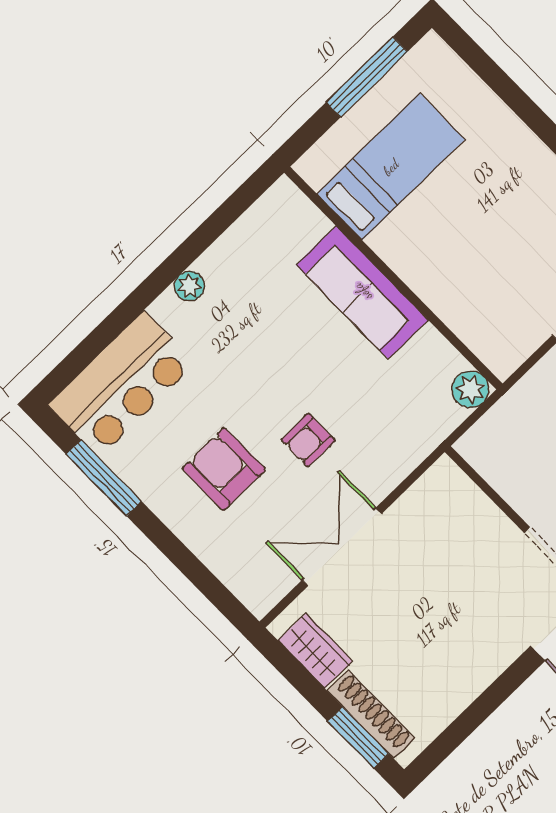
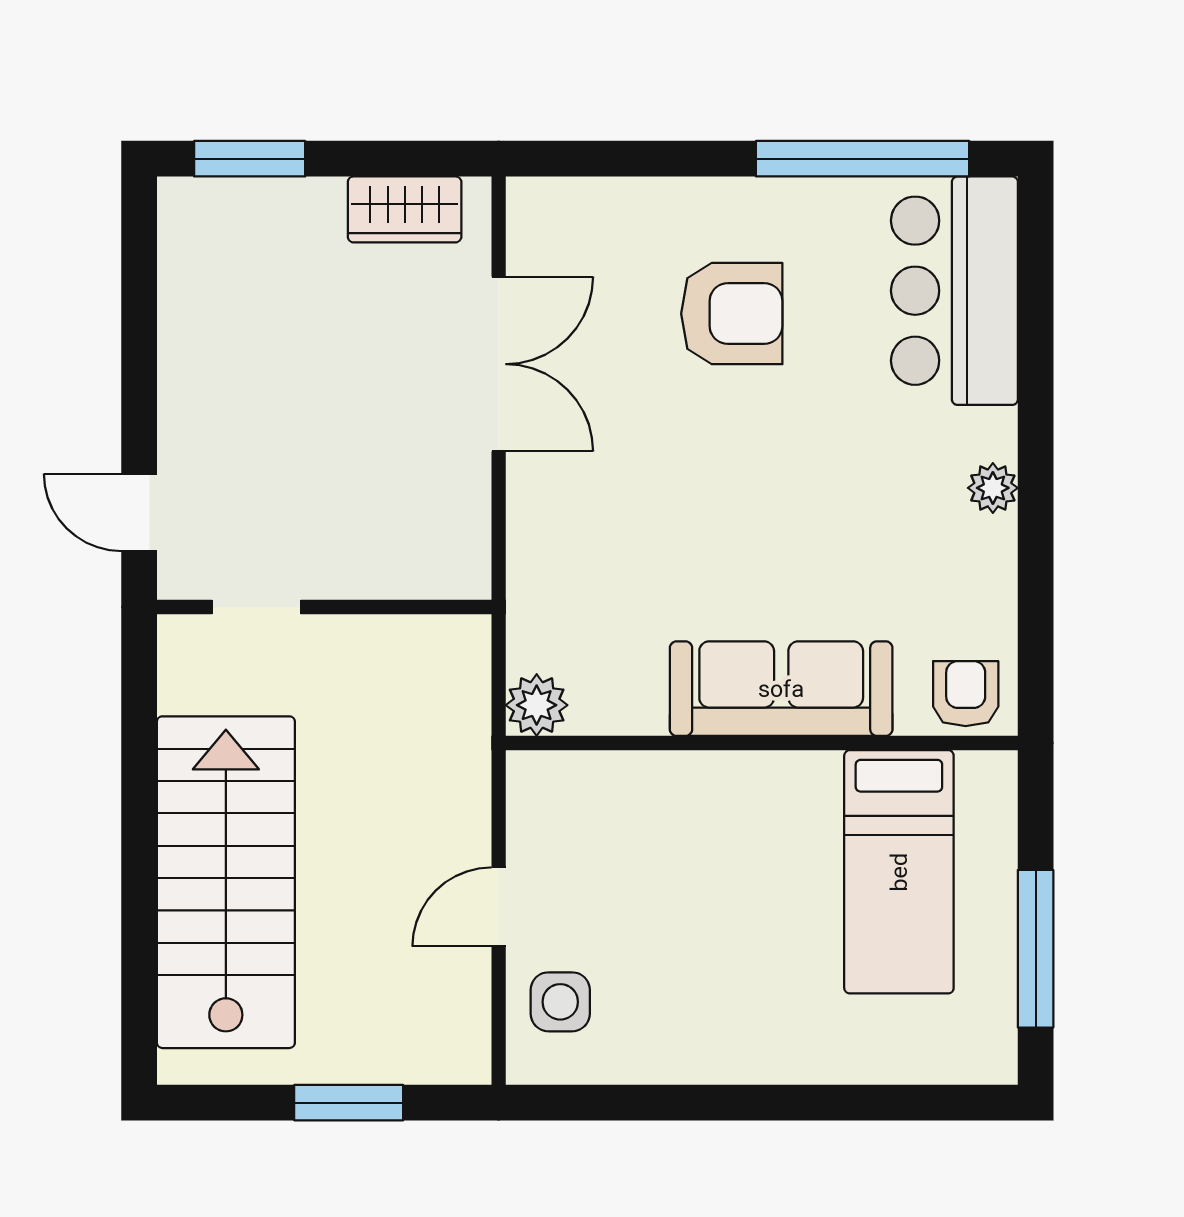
armchair: (308, 440) -> (966, 694), moved
window: (104, 478) -> (863, 159), width x1.46
shoe rack: (371, 714) -> (263, 201), removed

